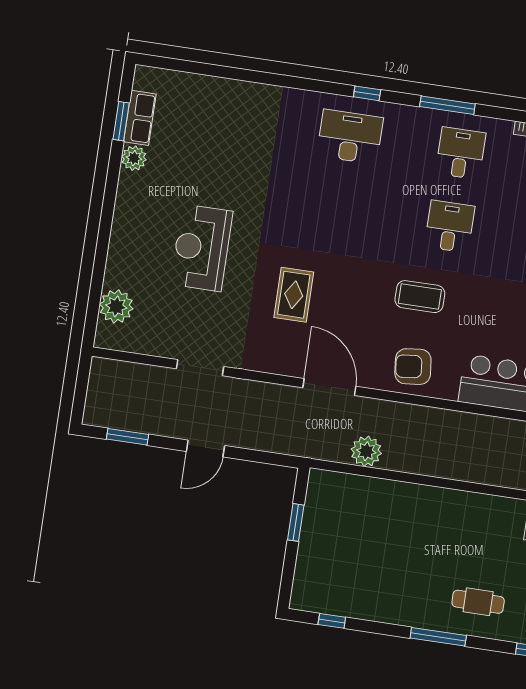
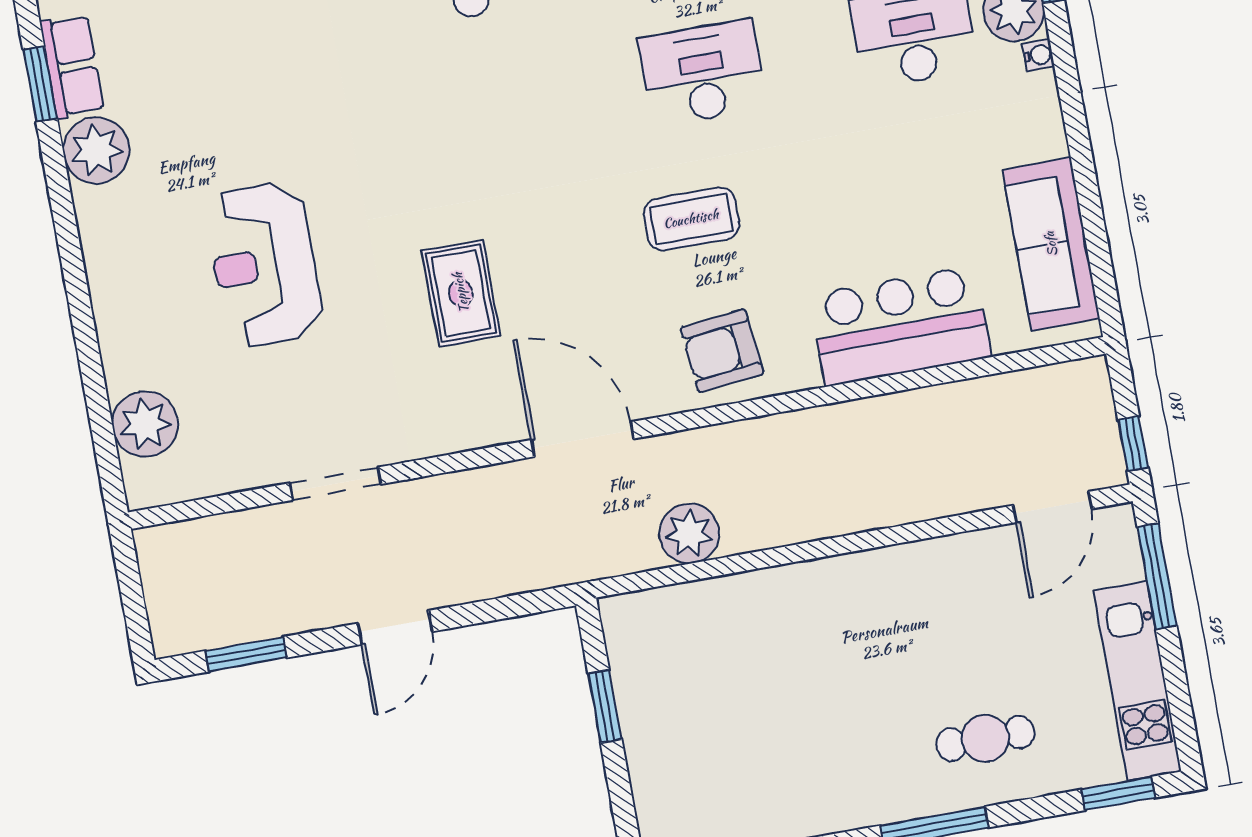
plant: (134, 158) -> (96, 150), width x1.36, depth x1.36
desk: (450, 226) -> (702, 73), width x1.37

